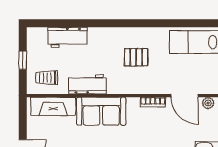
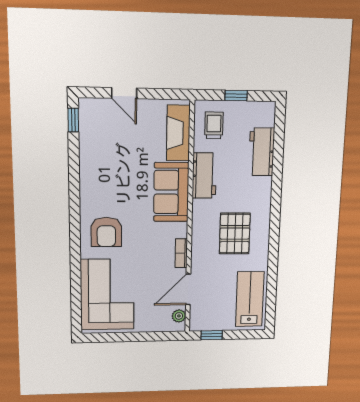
pallet: (136, 57) -> (235, 234), width x1.50, depth x1.42

